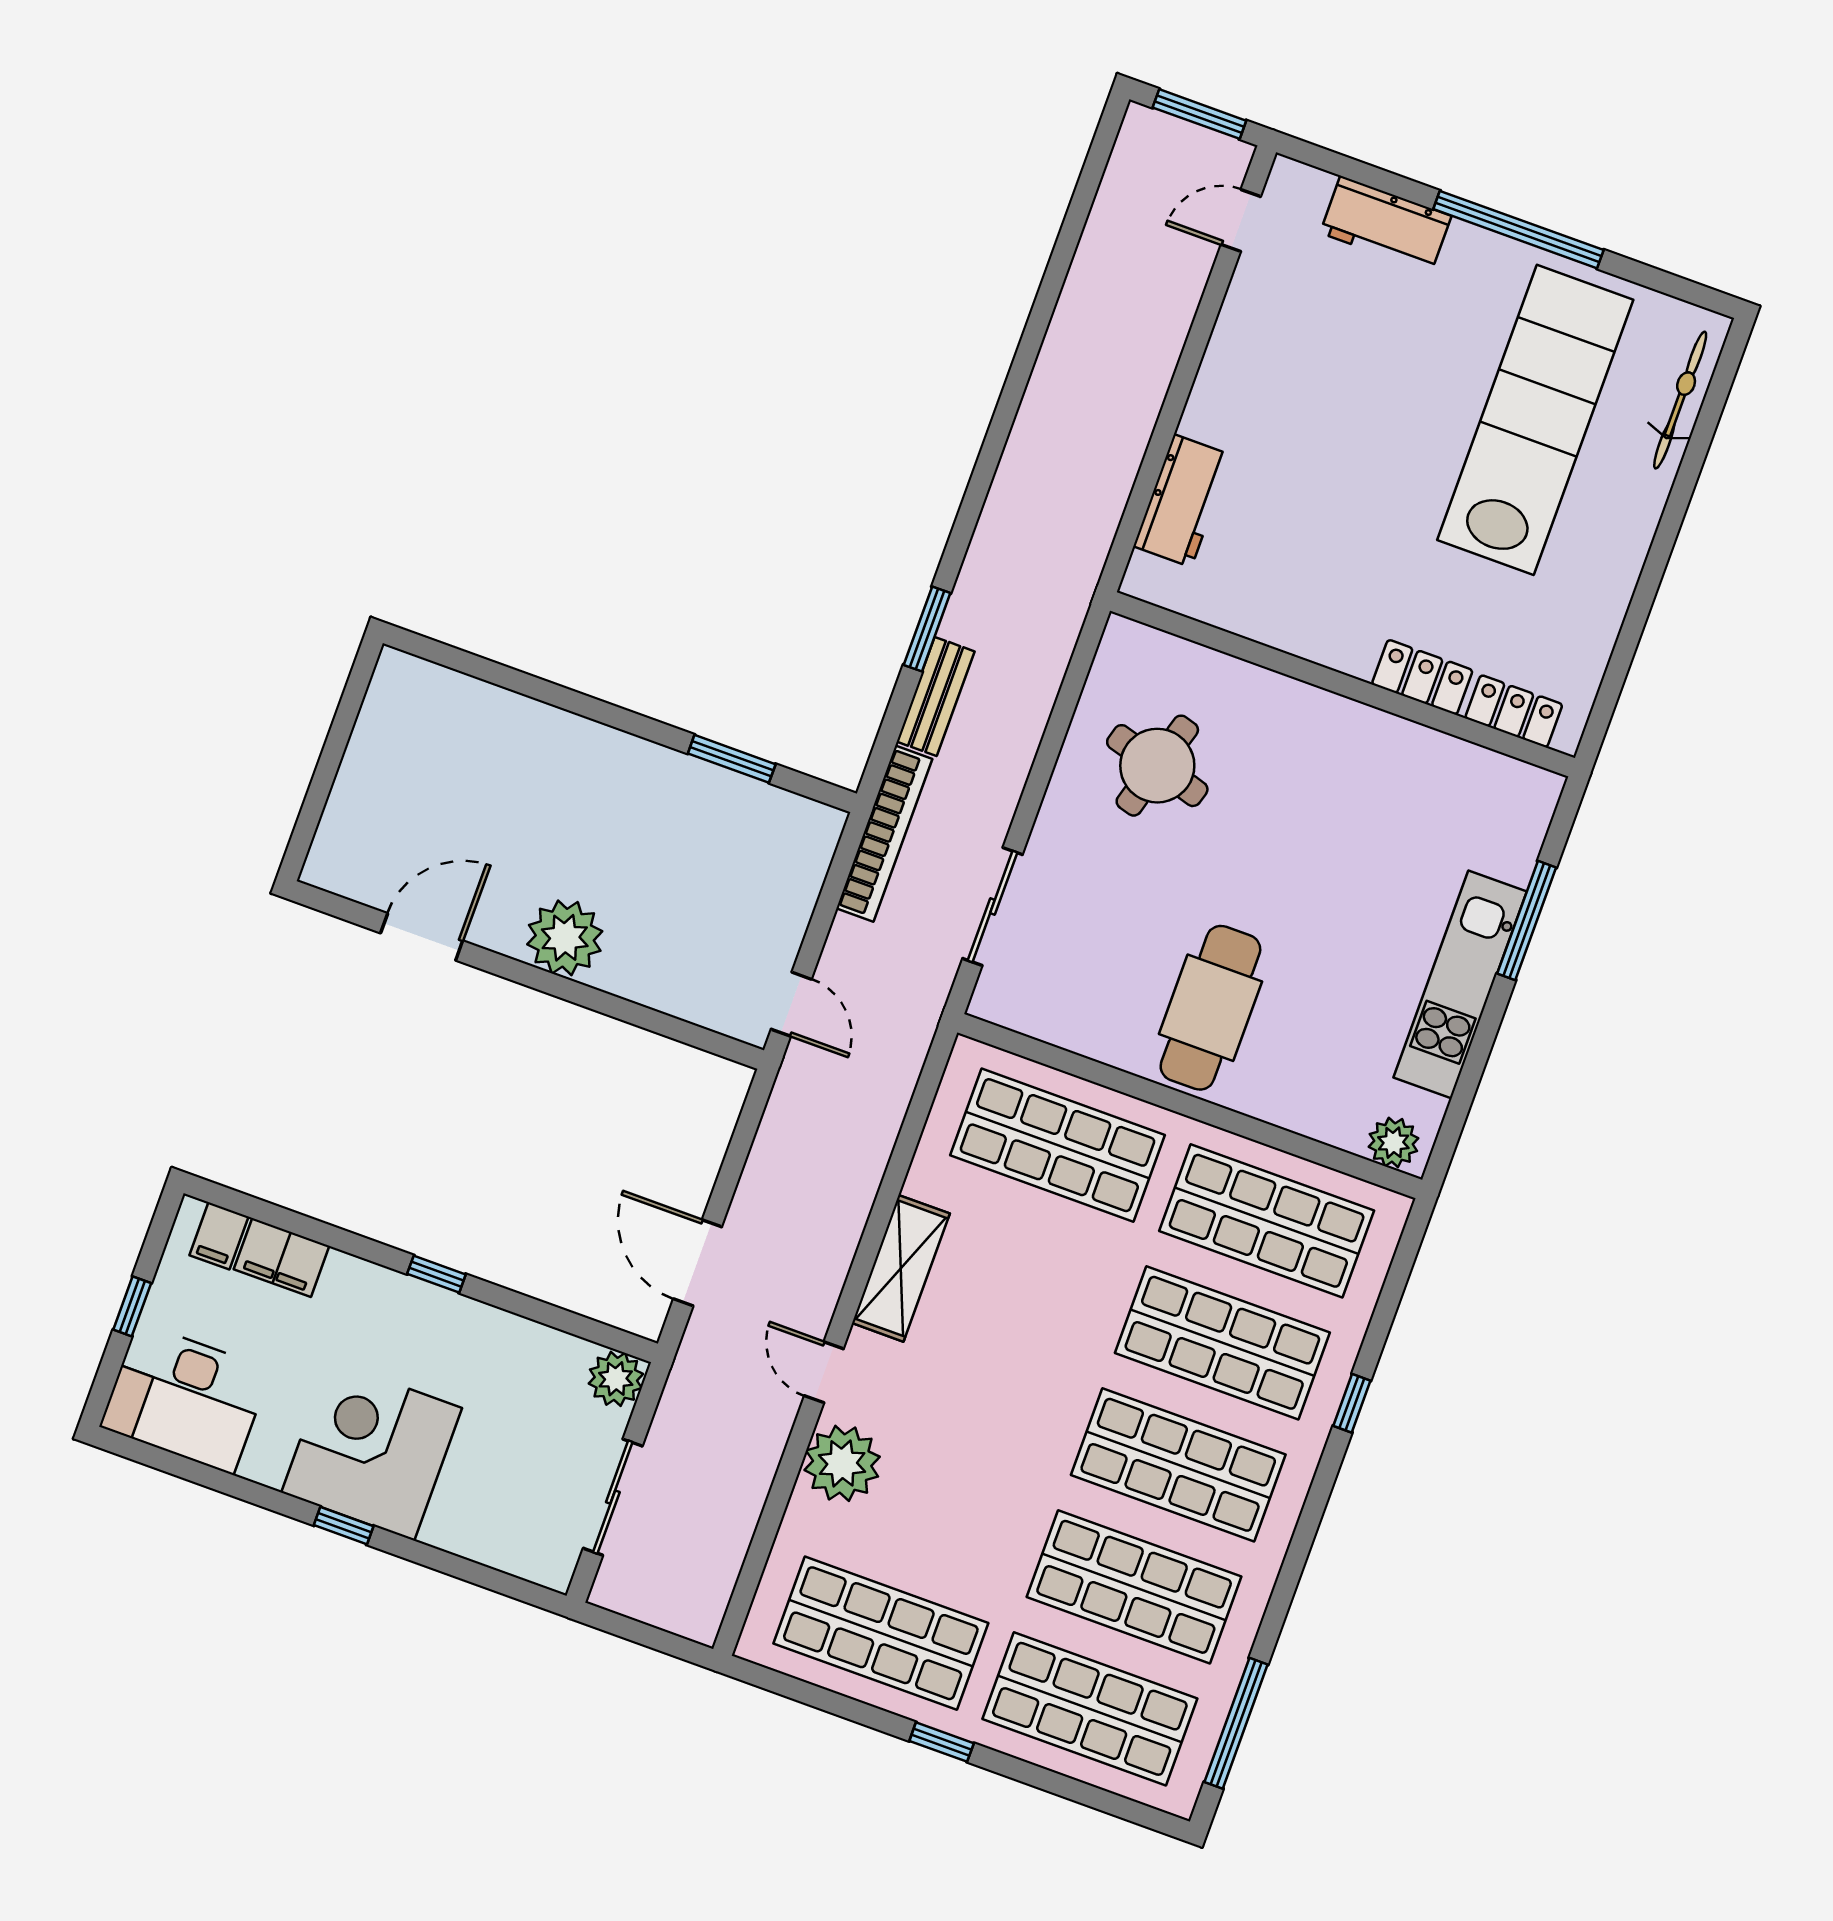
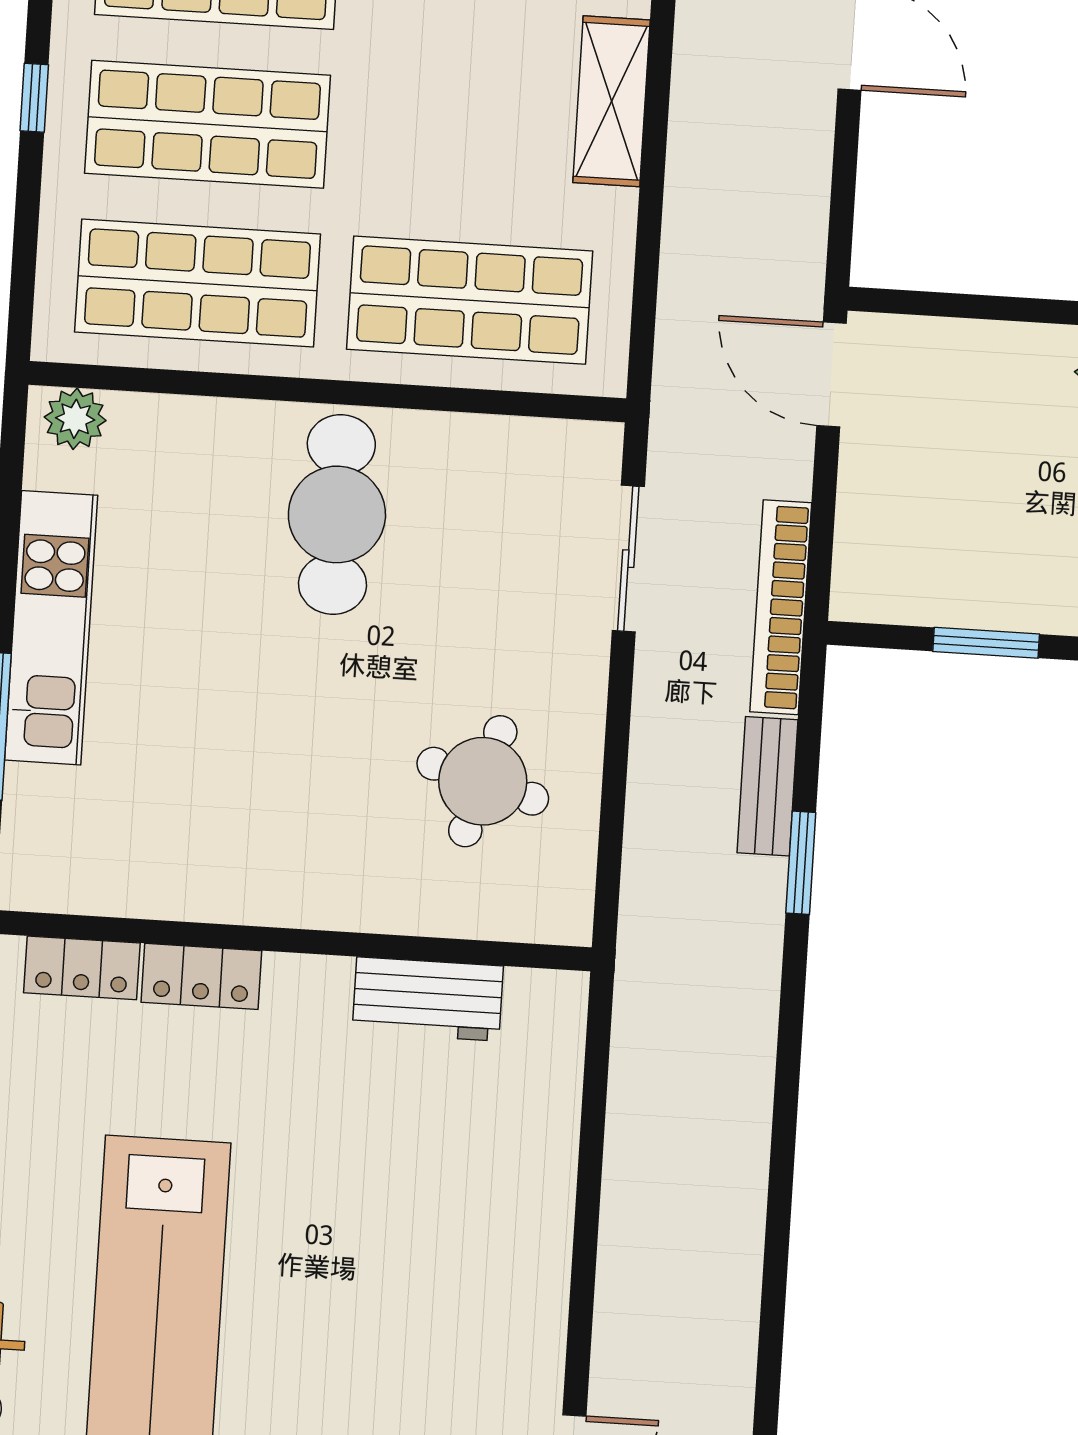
workbench: (1183, 501) -> (428, 999), moved, turned -90
door: (791, 1004) -> (832, 374), width x1.38

